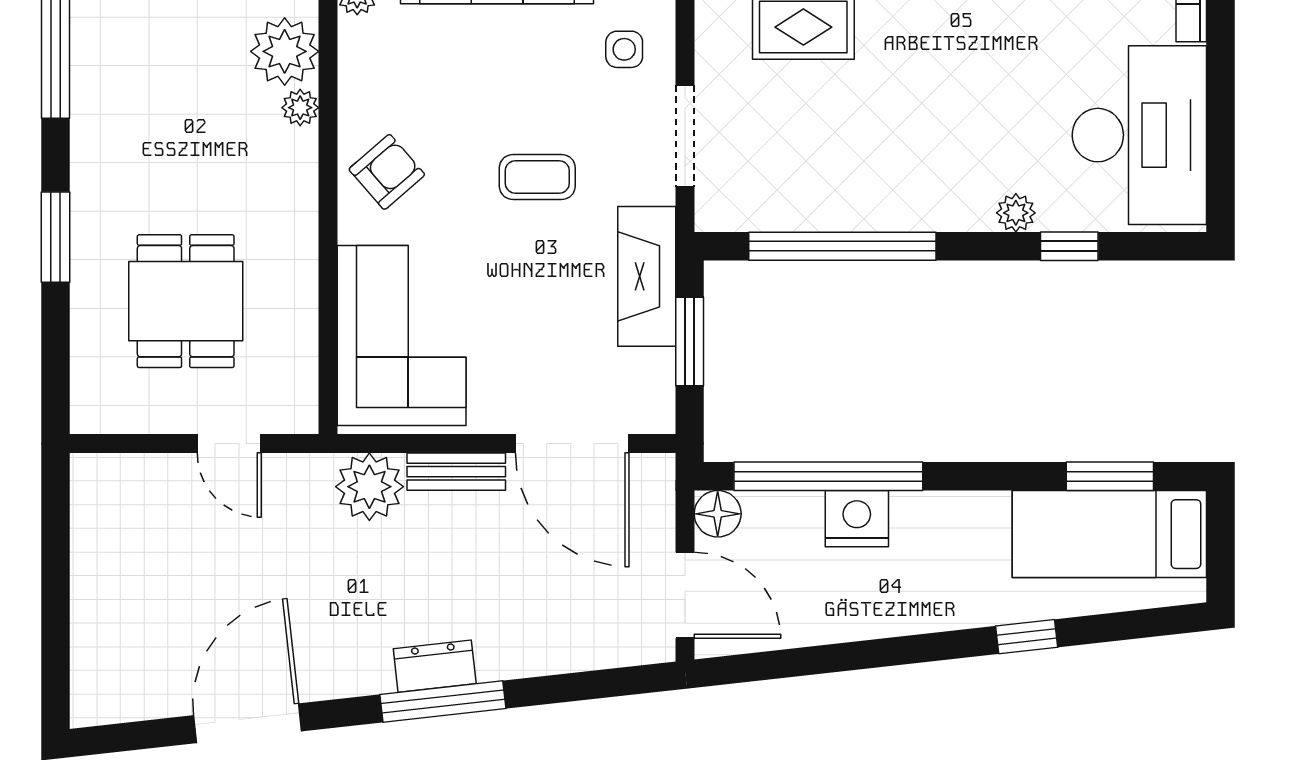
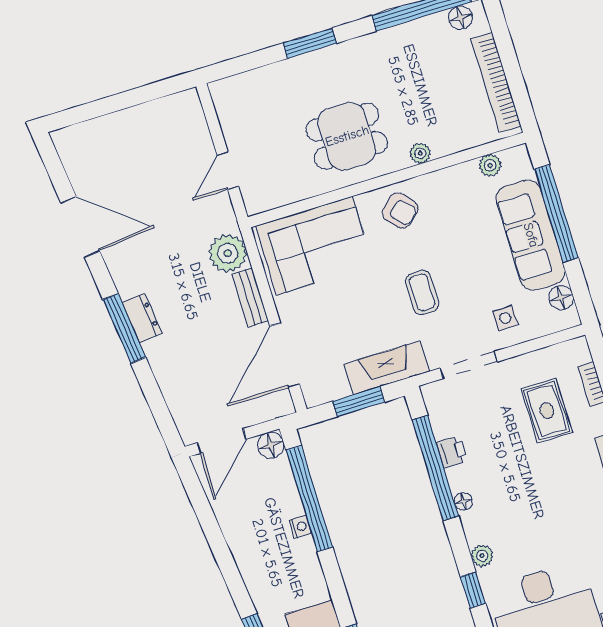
plant: (285, 51) -> (448, 136), removed
printer: (824, 210) -> (452, 452), added
floor lamp: (914, 216) -> (463, 501), added
dining table: (186, 301) -> (347, 136), moved
nightstand: (857, 519) -> (300, 527), width x0.53, depth x0.56

